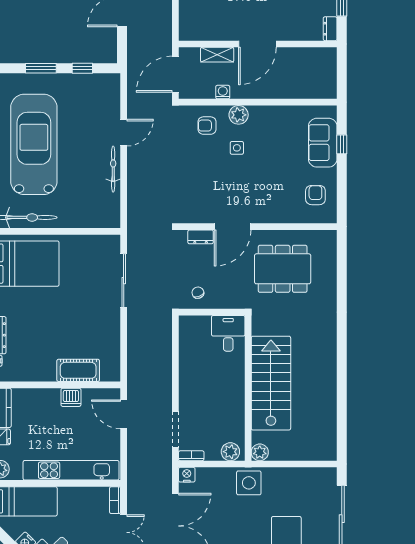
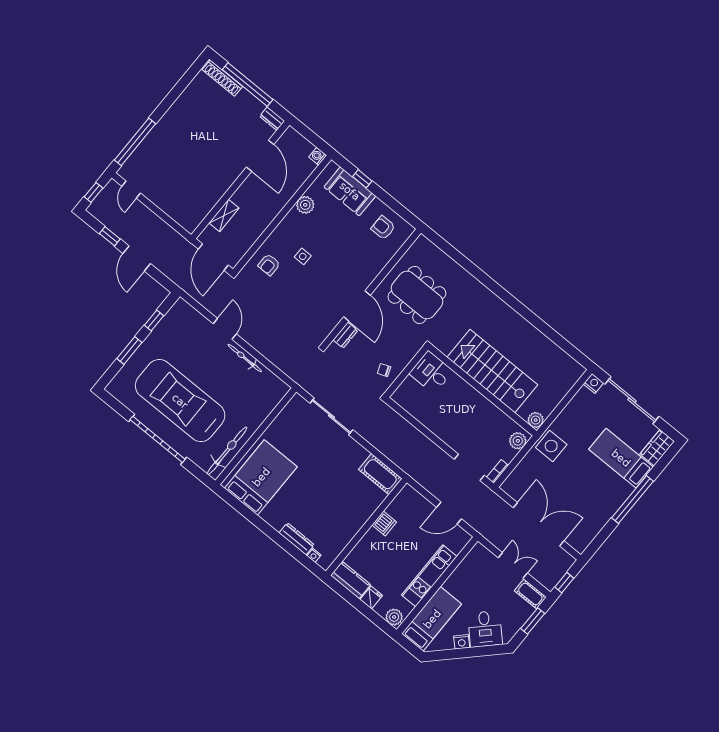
door: (257, 44) -> (260, 156), moved
washing machine: (223, 92) -> (318, 156), moved
plant: (239, 115) -> (305, 205), moved
dining table: (283, 269) -> (417, 295), turned 90
cot: (78, 370) -> (380, 474), moved, turned 90
door: (124, 414) -> (449, 513), moved
kitchen unit: (71, 470) -> (429, 576), width x0.73
nightstand: (187, 475) -> (593, 383), moved, turned 90
bookcase: (115, 500) -> (484, 553), removed

